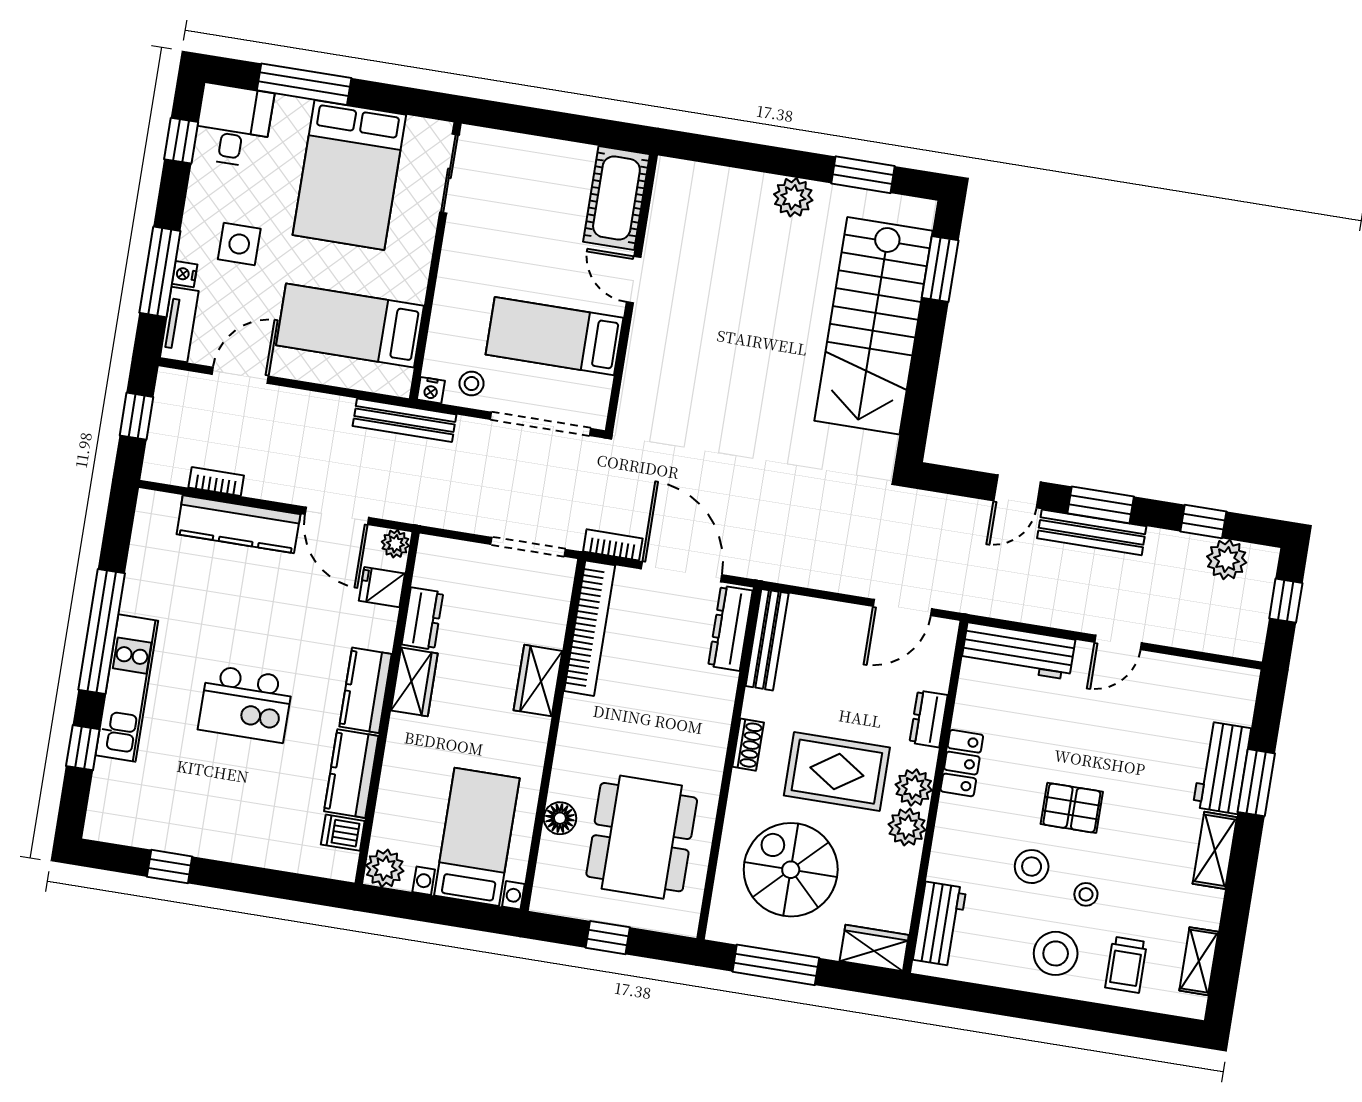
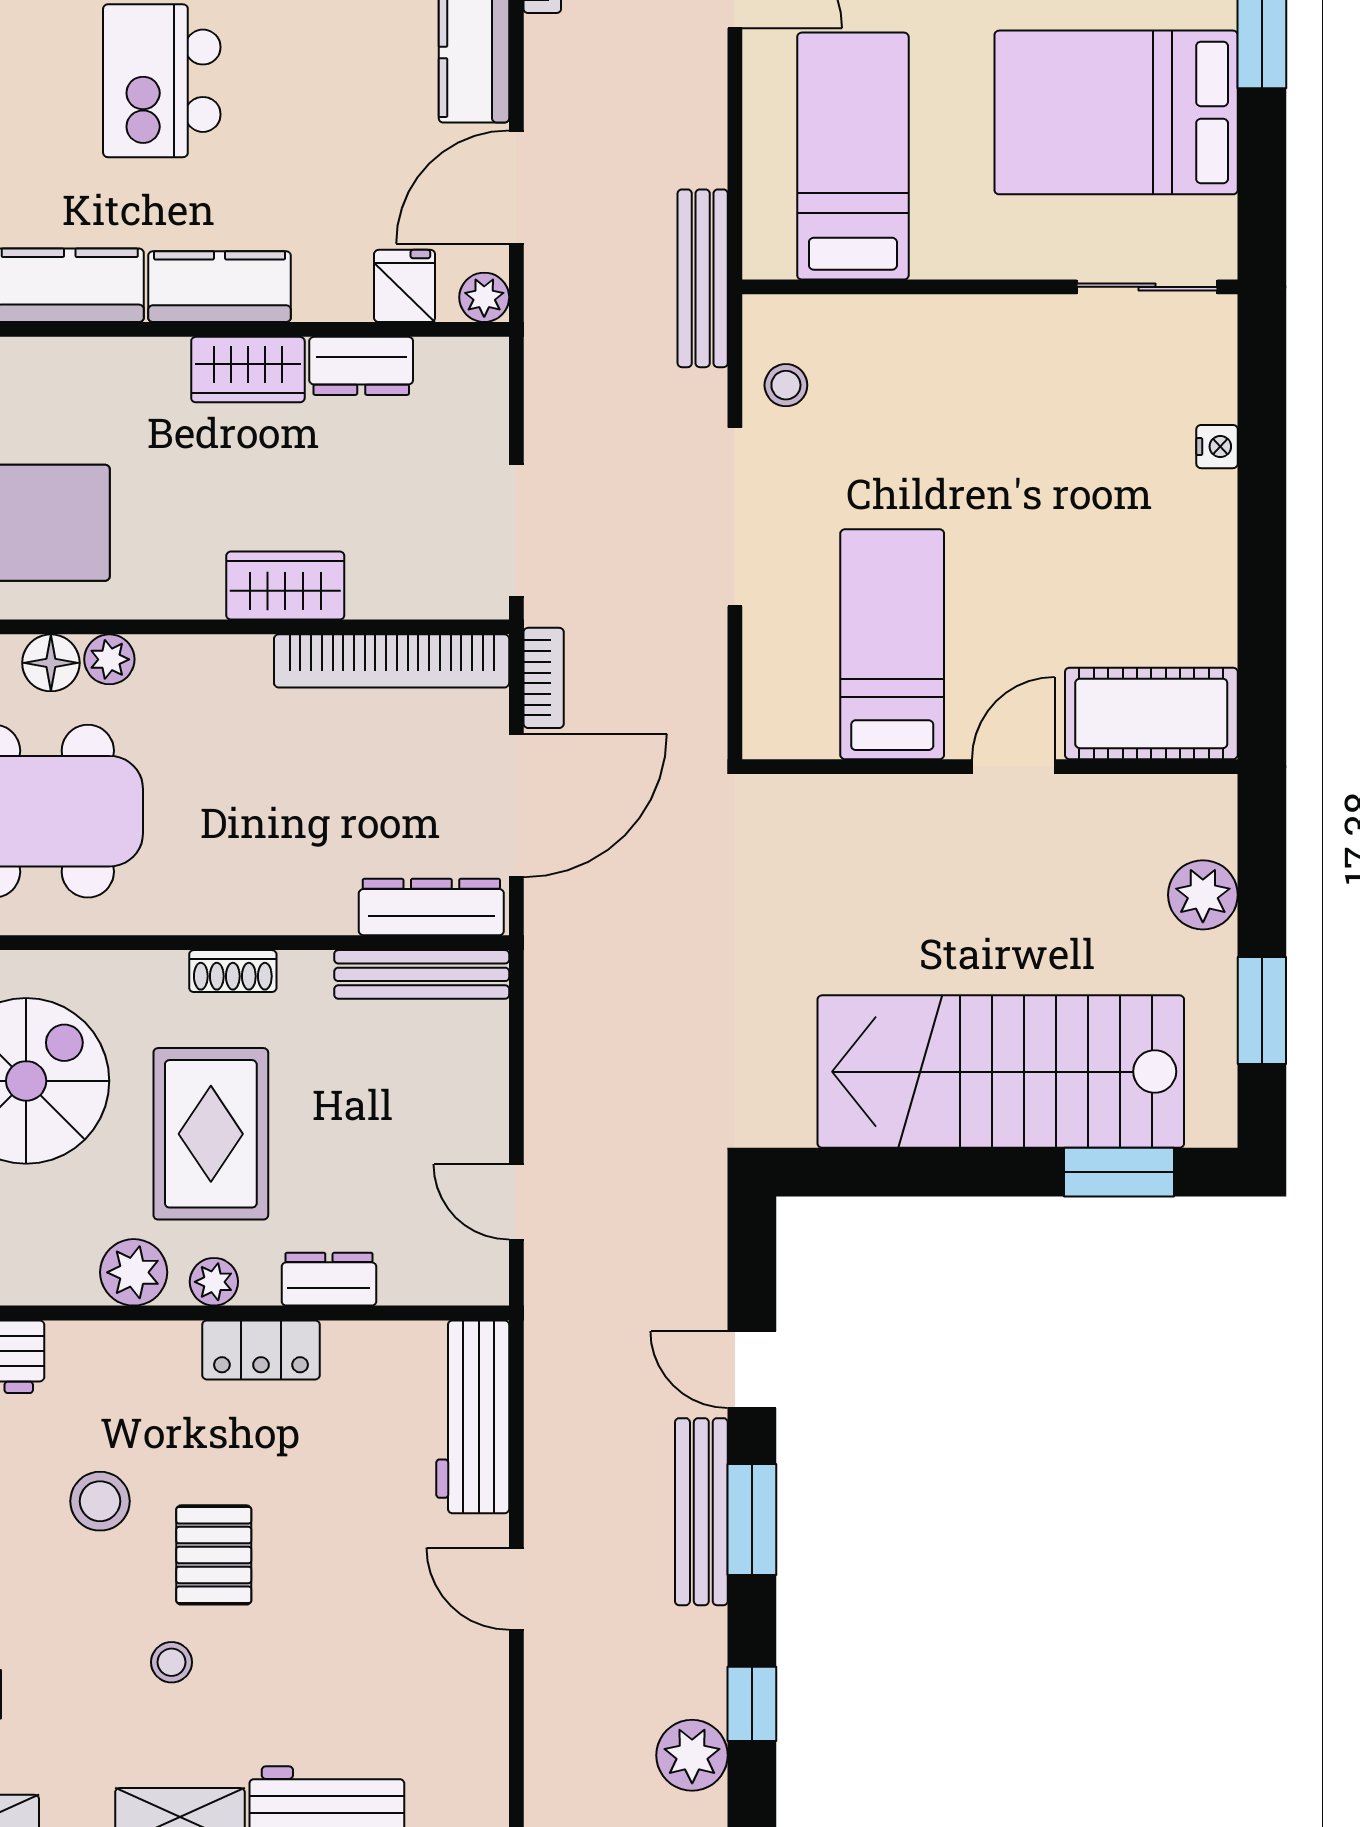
cot: (616, 198) -> (1151, 713), moved
door: (634, 280) -> (1013, 767), moved
wall: (631, 293) -> (990, 767), moved
bed: (554, 336) -> (892, 644), moved
nightstand: (431, 390) -> (1217, 447), moved, turned 180
door: (902, 608) -> (516, 1202), width x0.73
plant: (563, 785) -> (109, 659), added
plant: (914, 787) -> (214, 1282), width x0.73, depth x0.73
stool: (1086, 894) -> (172, 1662), moved

